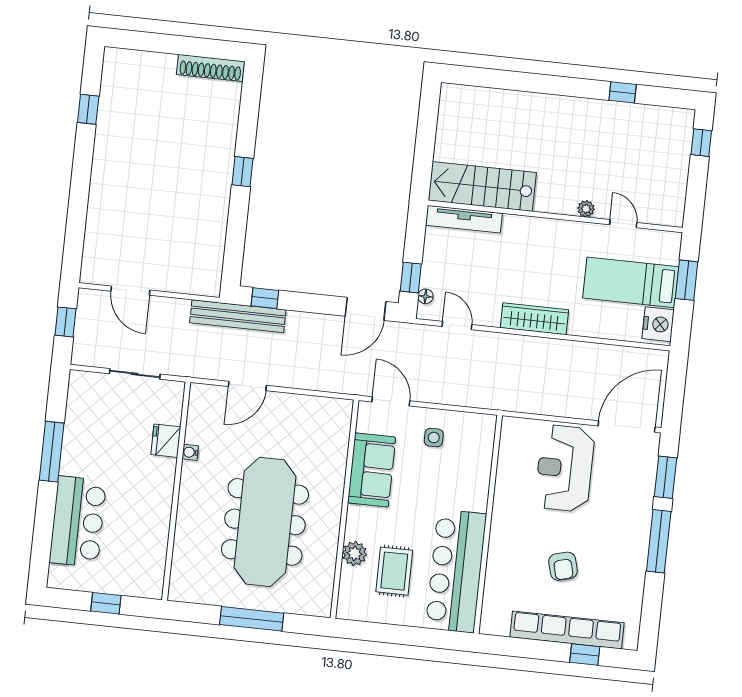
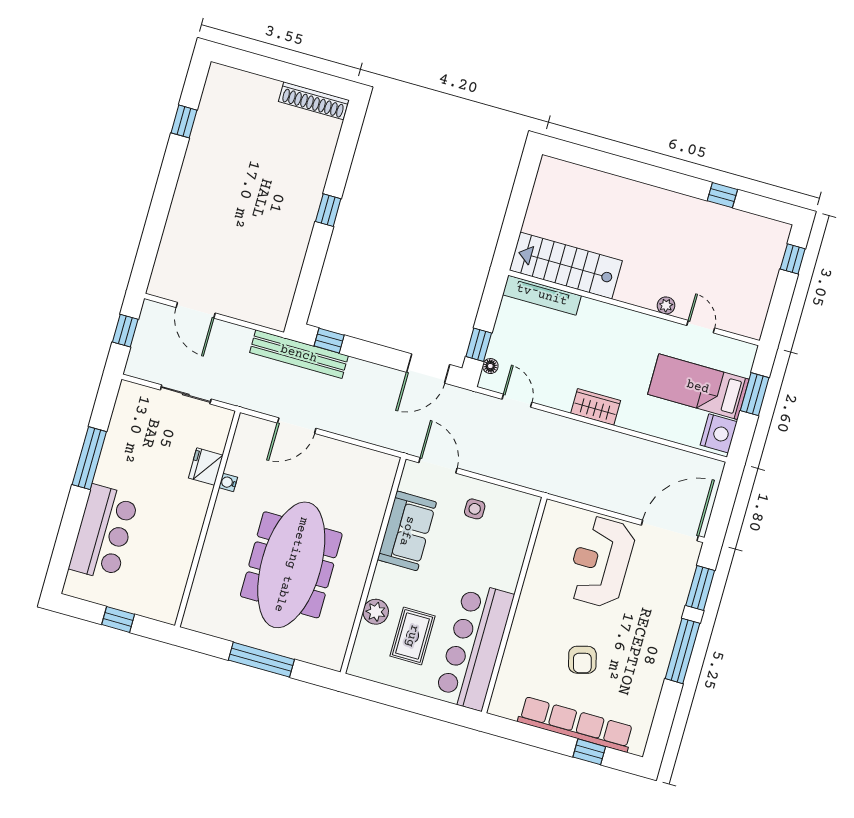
wardrobe: (534, 319) -> (596, 407), width x0.67

